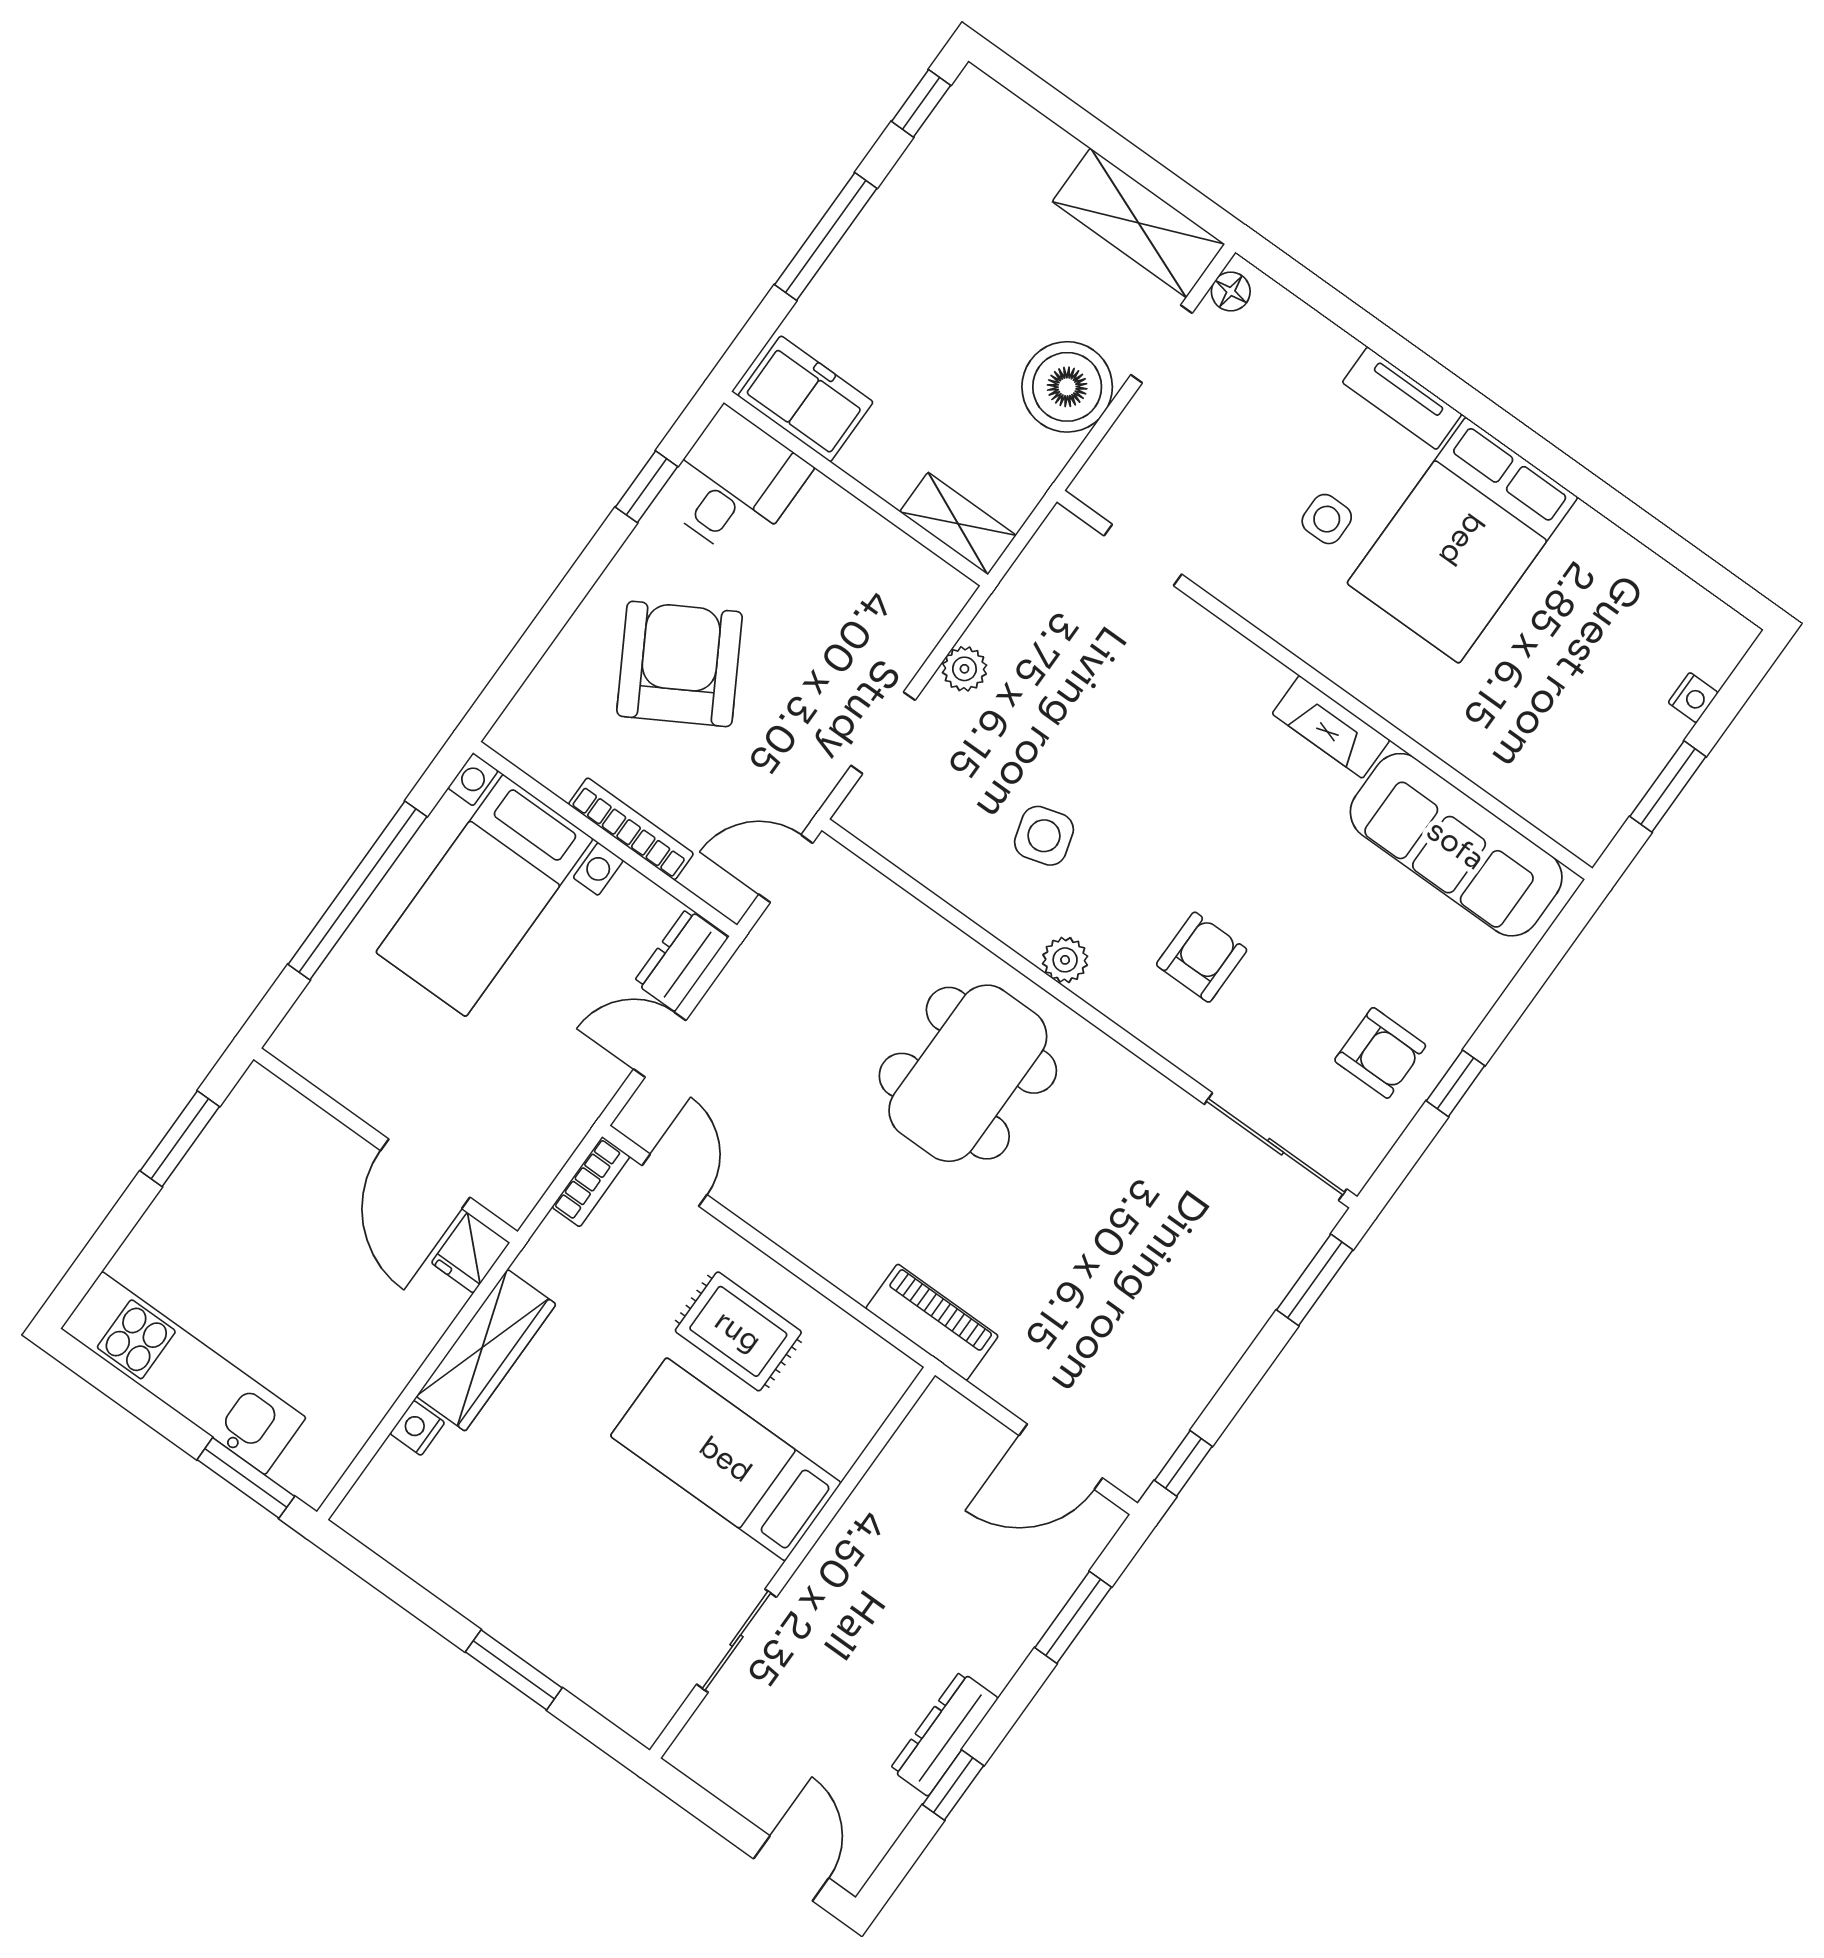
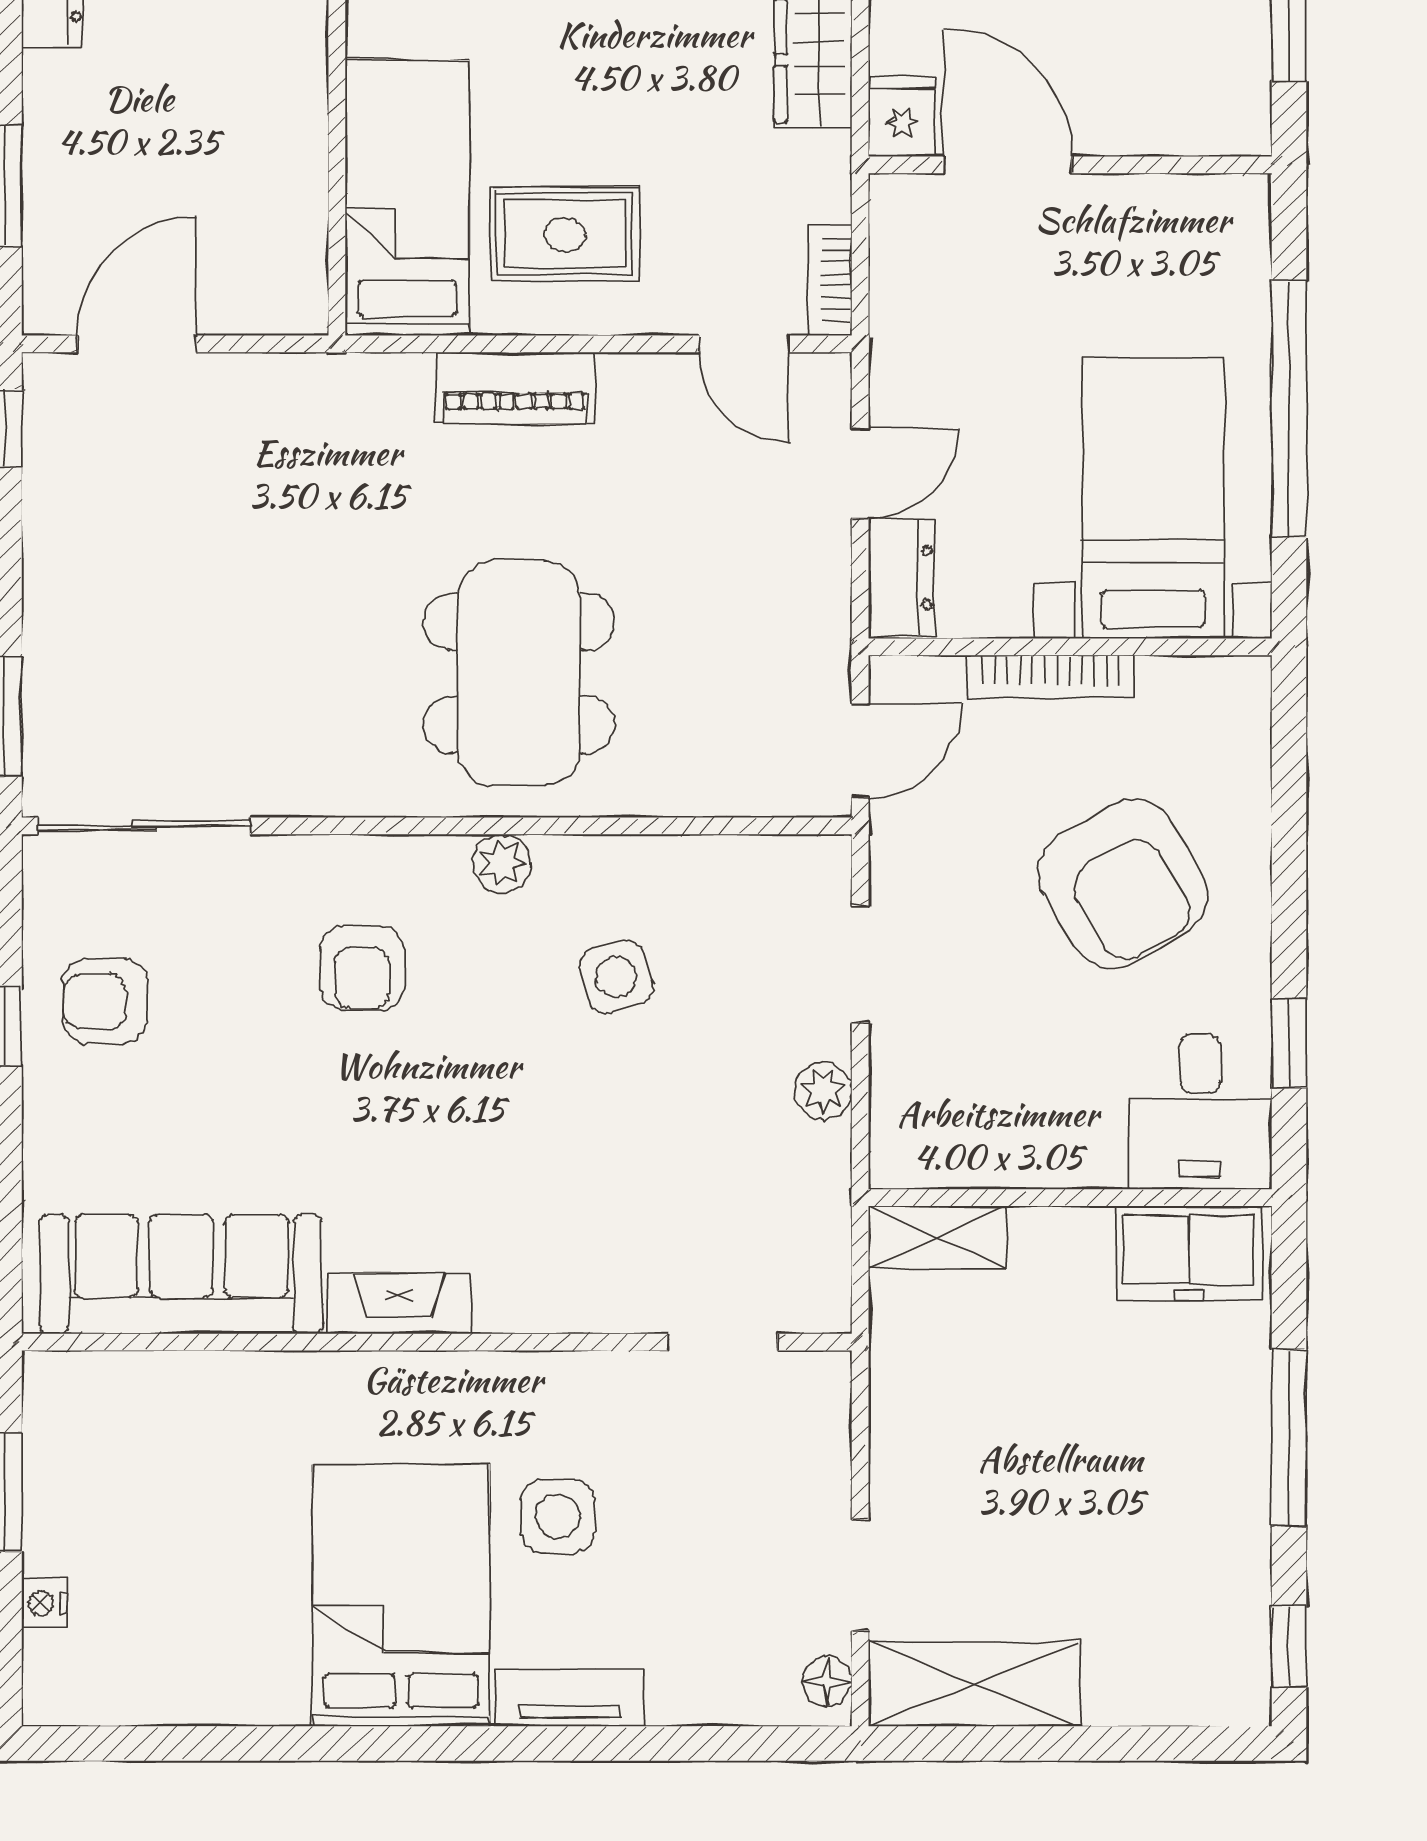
boiler: (1067, 387) -> (926, 1460), removed
side table: (1327, 519) -> (558, 1516), width x1.37, depth x1.37
piano: (932, 1322) -> (515, 388), moved
bed: (726, 1459) -> (407, 198), moved, turned -90

